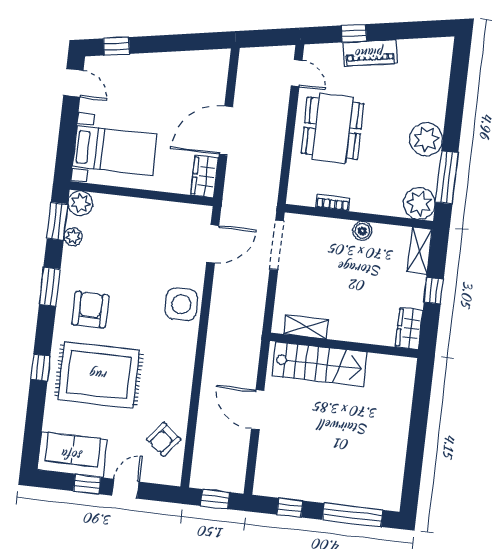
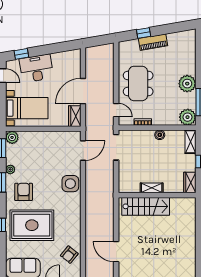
door: (297, 73) -> (116, 110), moved
desk: (142, 77) -> (36, 68), added
plant: (73, 237) -> (10, 169), moved
shelving: (306, 327) -> (152, 188), moved
door: (258, 410) -> (116, 252), moved

